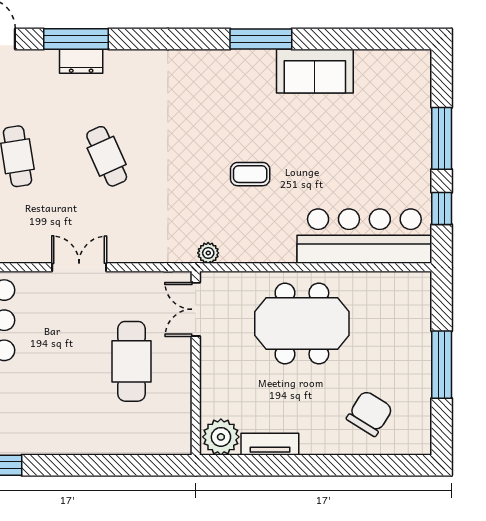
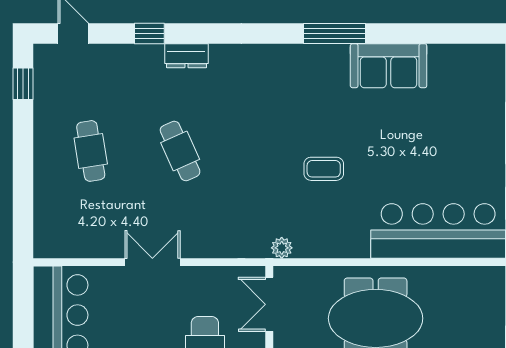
window: (76, 39) -> (149, 34), width x0.46
dresser: (81, 61) -> (186, 56), moved

